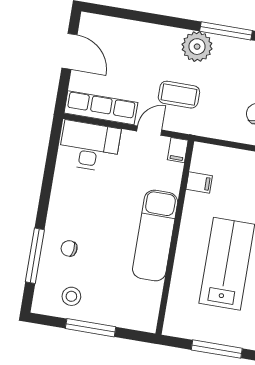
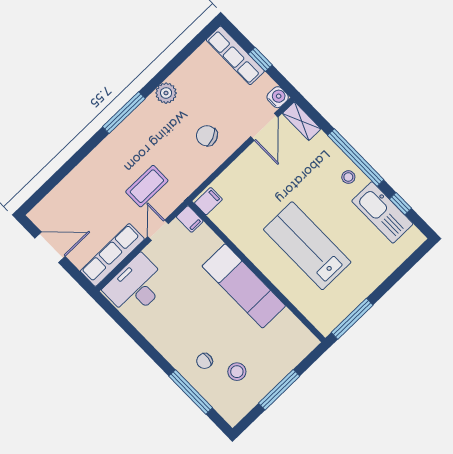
plant: (197, 47) -> (120, 144), removed
filing cabinet: (199, 183) -> (208, 201), moved
stool: (71, 296) -> (237, 372), moved
window: (217, 349) -> (352, 319), moved

